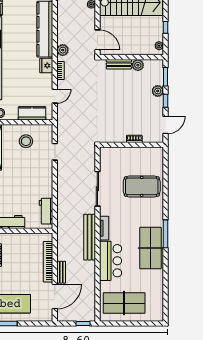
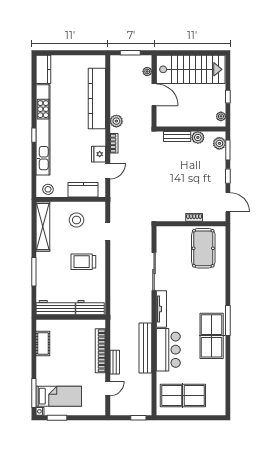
door: (97, 40) -> (154, 95), moved
fridge: (46, 66) -> (99, 154), moved
plant: (158, 91) -> (219, 143), moved
door: (166, 125) -> (228, 202), hinge flipped
trolley: (32, 180) -> (83, 262), added
pool table: (142, 186) -> (203, 248), moved, turned 90
workbench: (46, 211) -> (90, 308), moved, turned 90
tv unit: (104, 228) -> (161, 309), width x1.41
bench: (90, 237) -> (145, 348), moved
door: (55, 297) -> (108, 388), width x0.53

